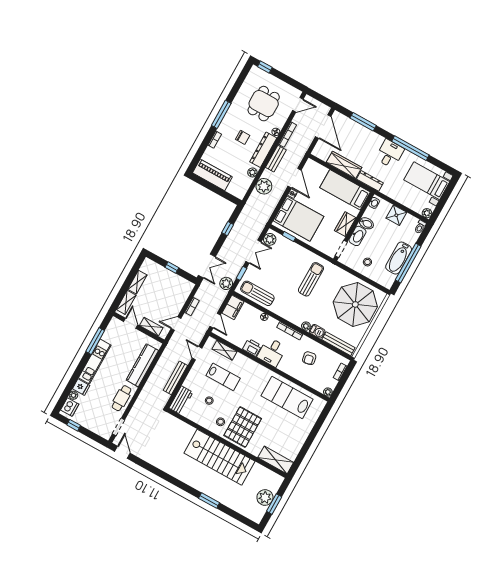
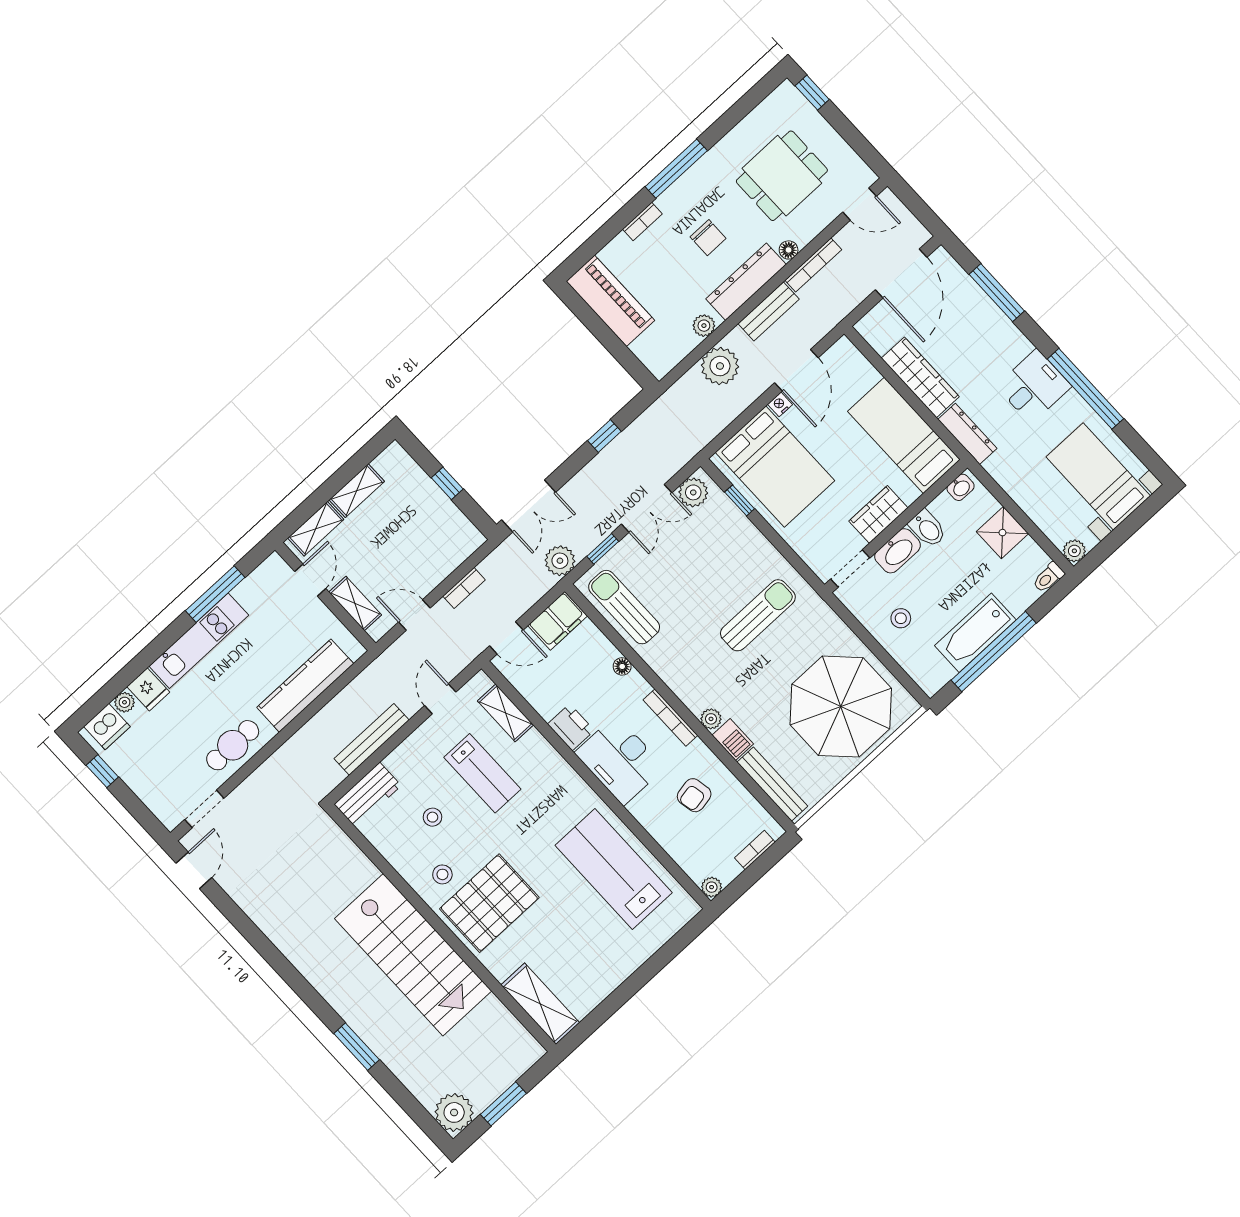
door: (215, 321) -> (506, 638), hinge flipped
desk: (272, 352) -> (620, 760), width x1.37
plant: (265, 497) -> (454, 1112), moved

